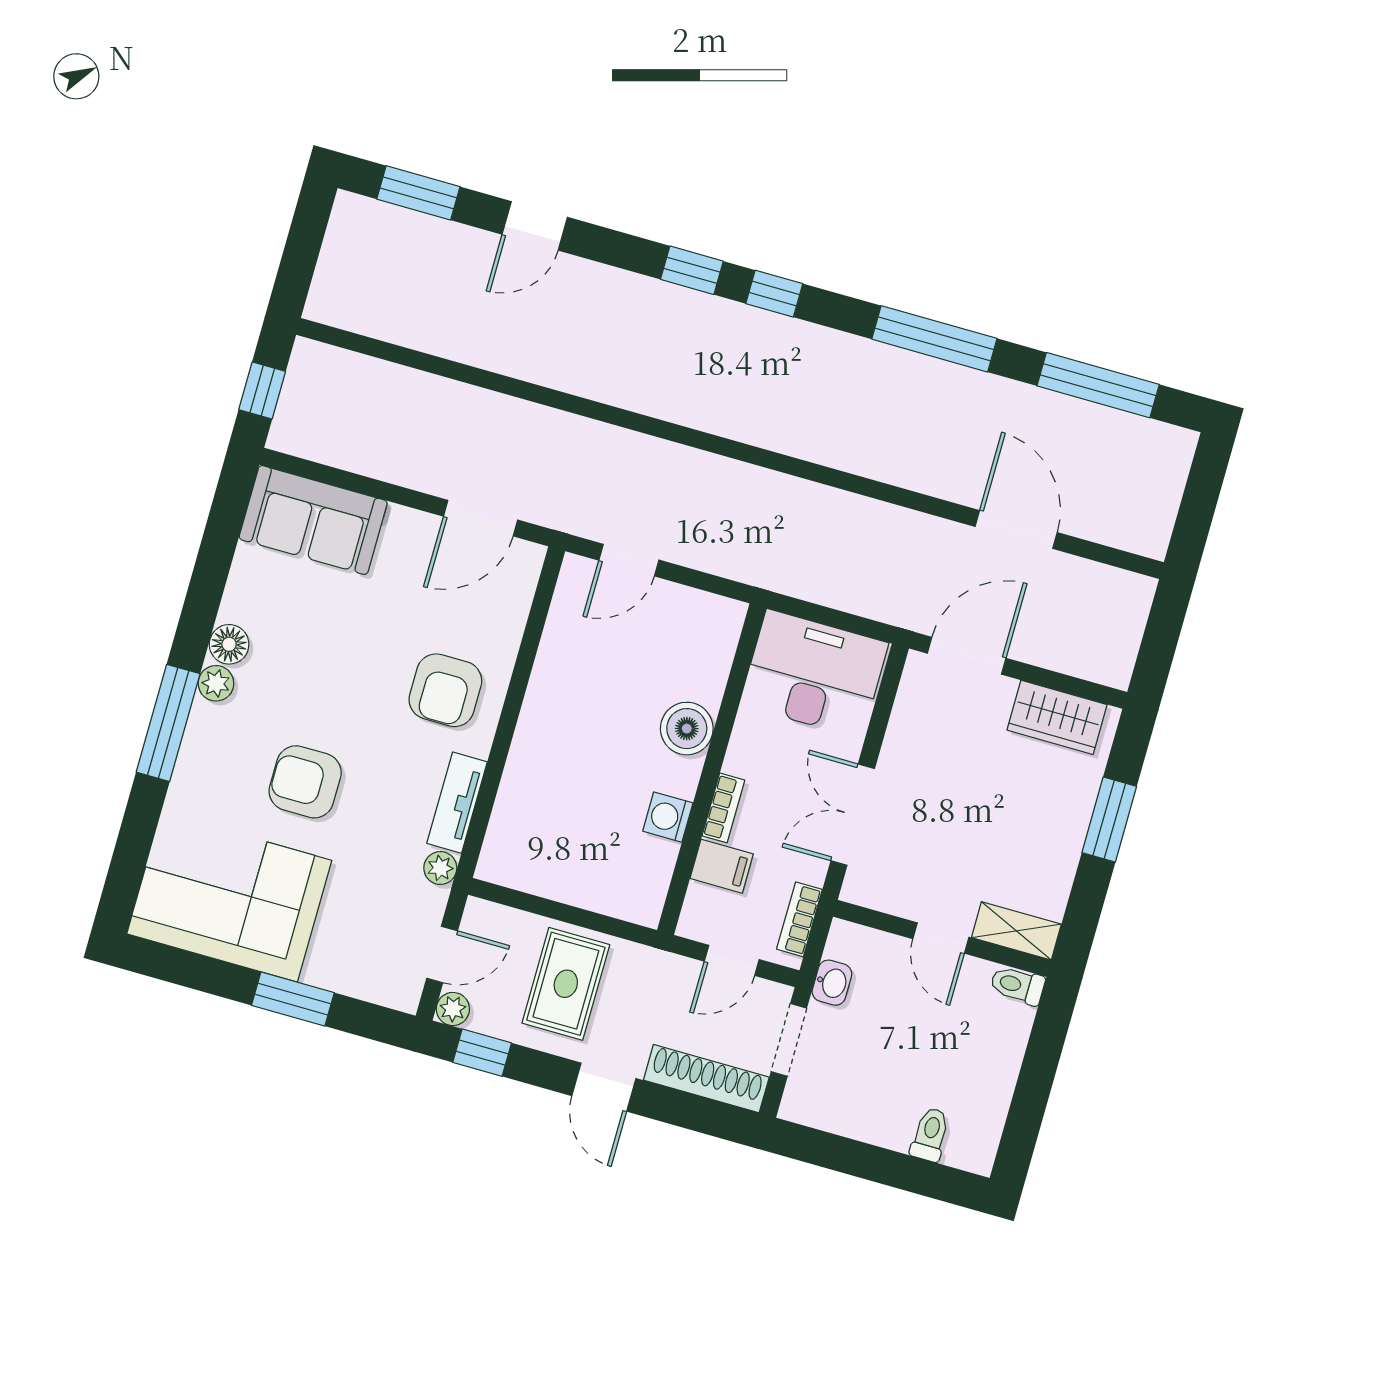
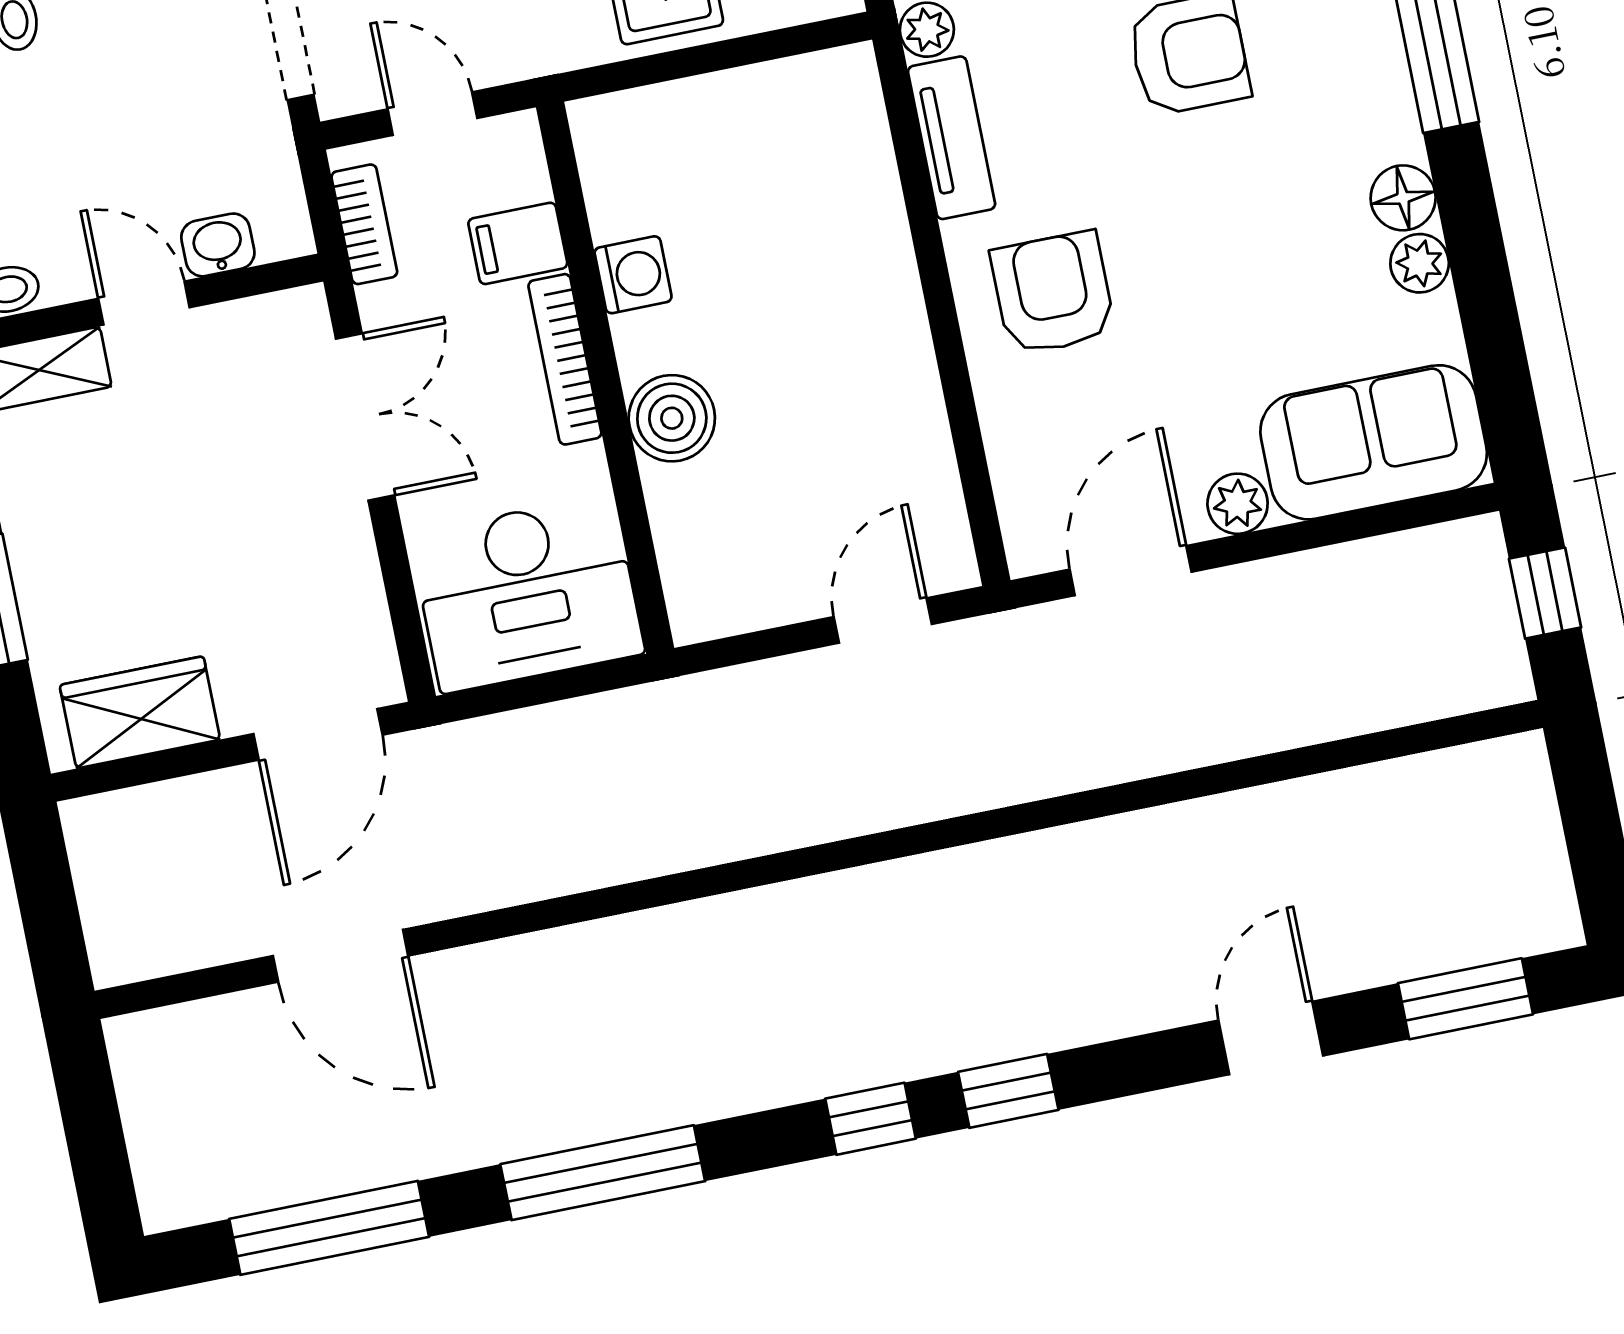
plant: (404, 525) -> (1238, 504), added
plant: (216, 683) -> (1420, 263), moved
bookcase: (723, 808) -> (565, 359), width x1.56
door: (732, 960) -> (432, 114), hinge flipped
washbasin: (832, 983) -> (218, 245), moved, turned 90

